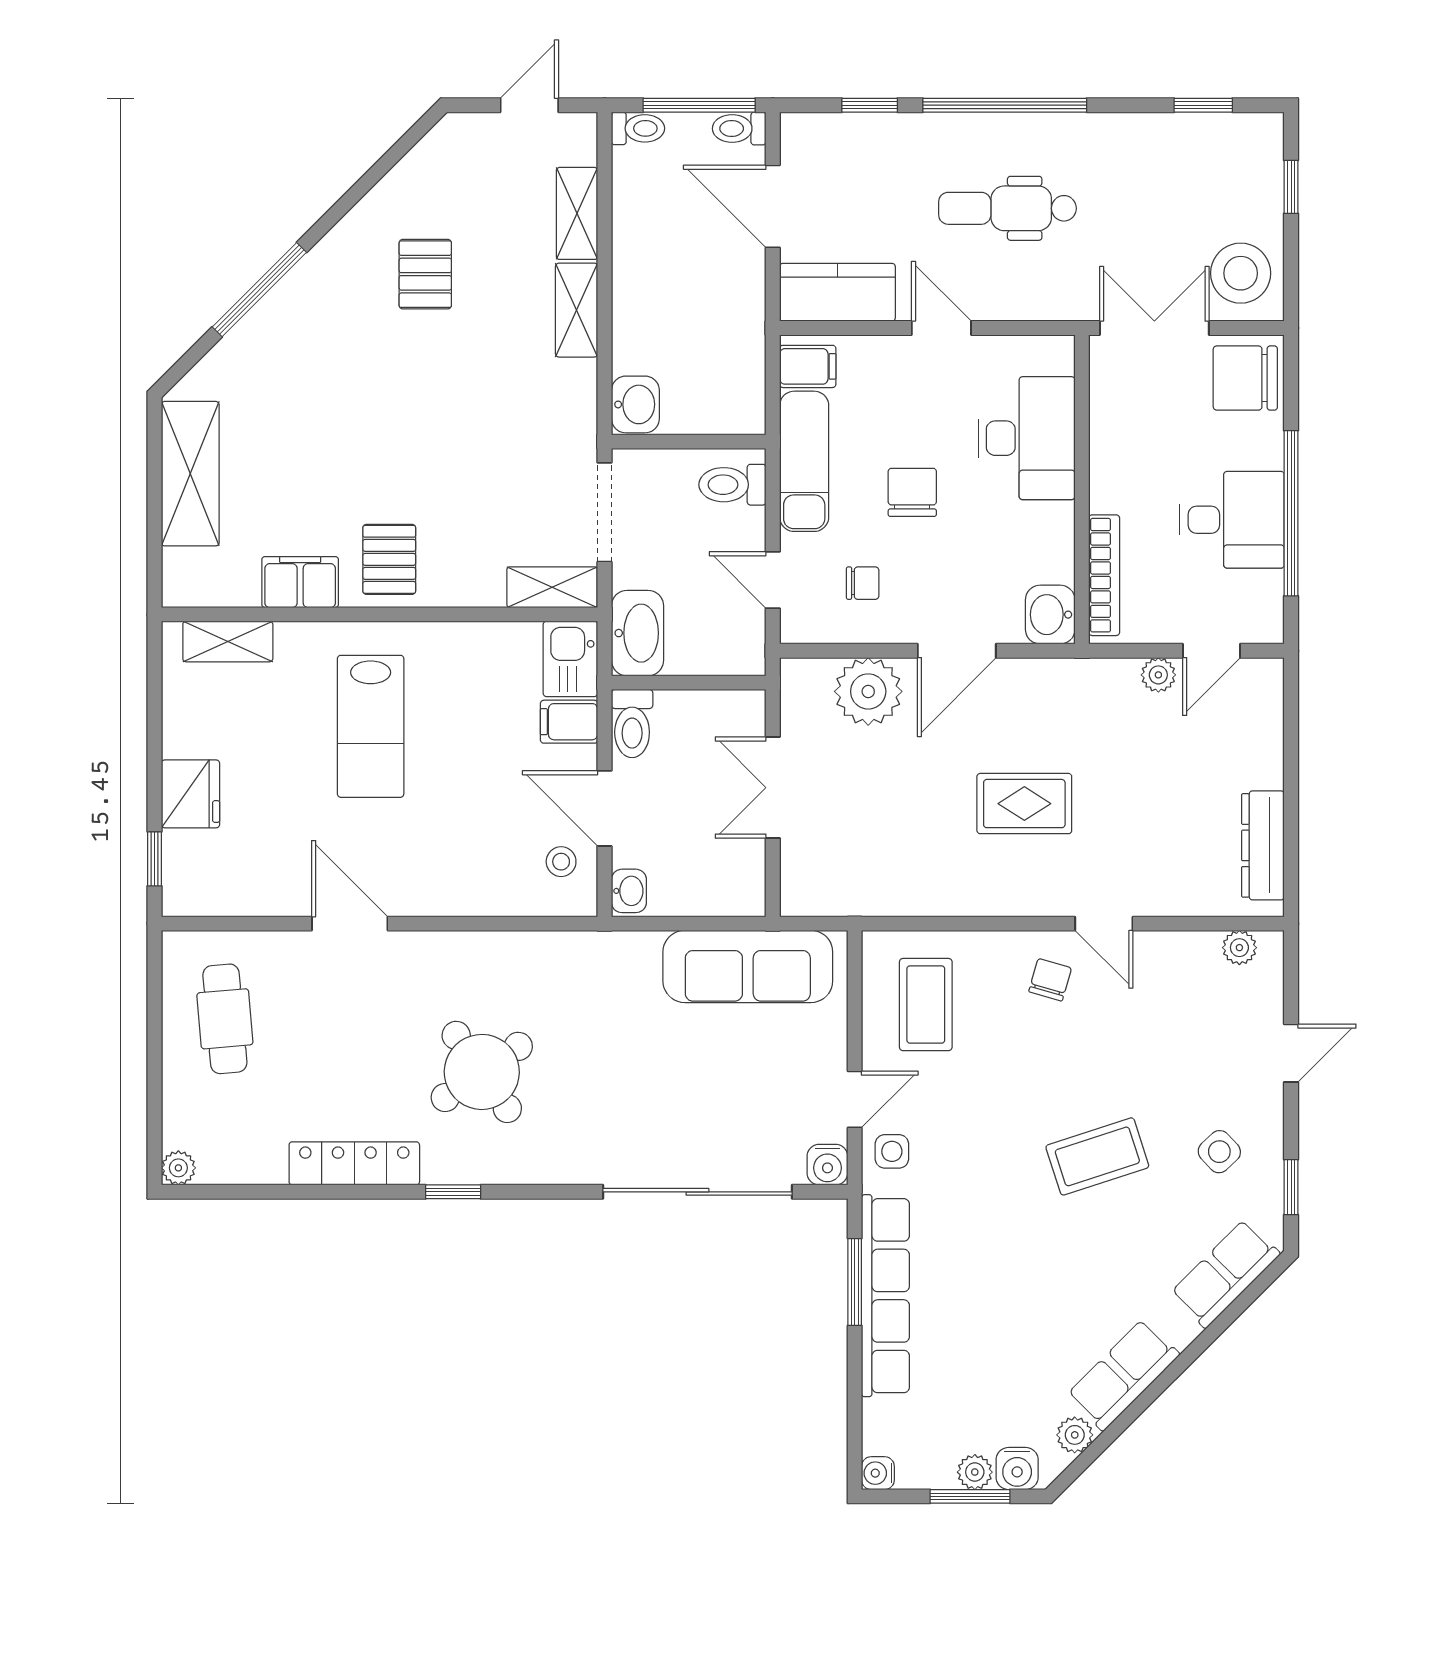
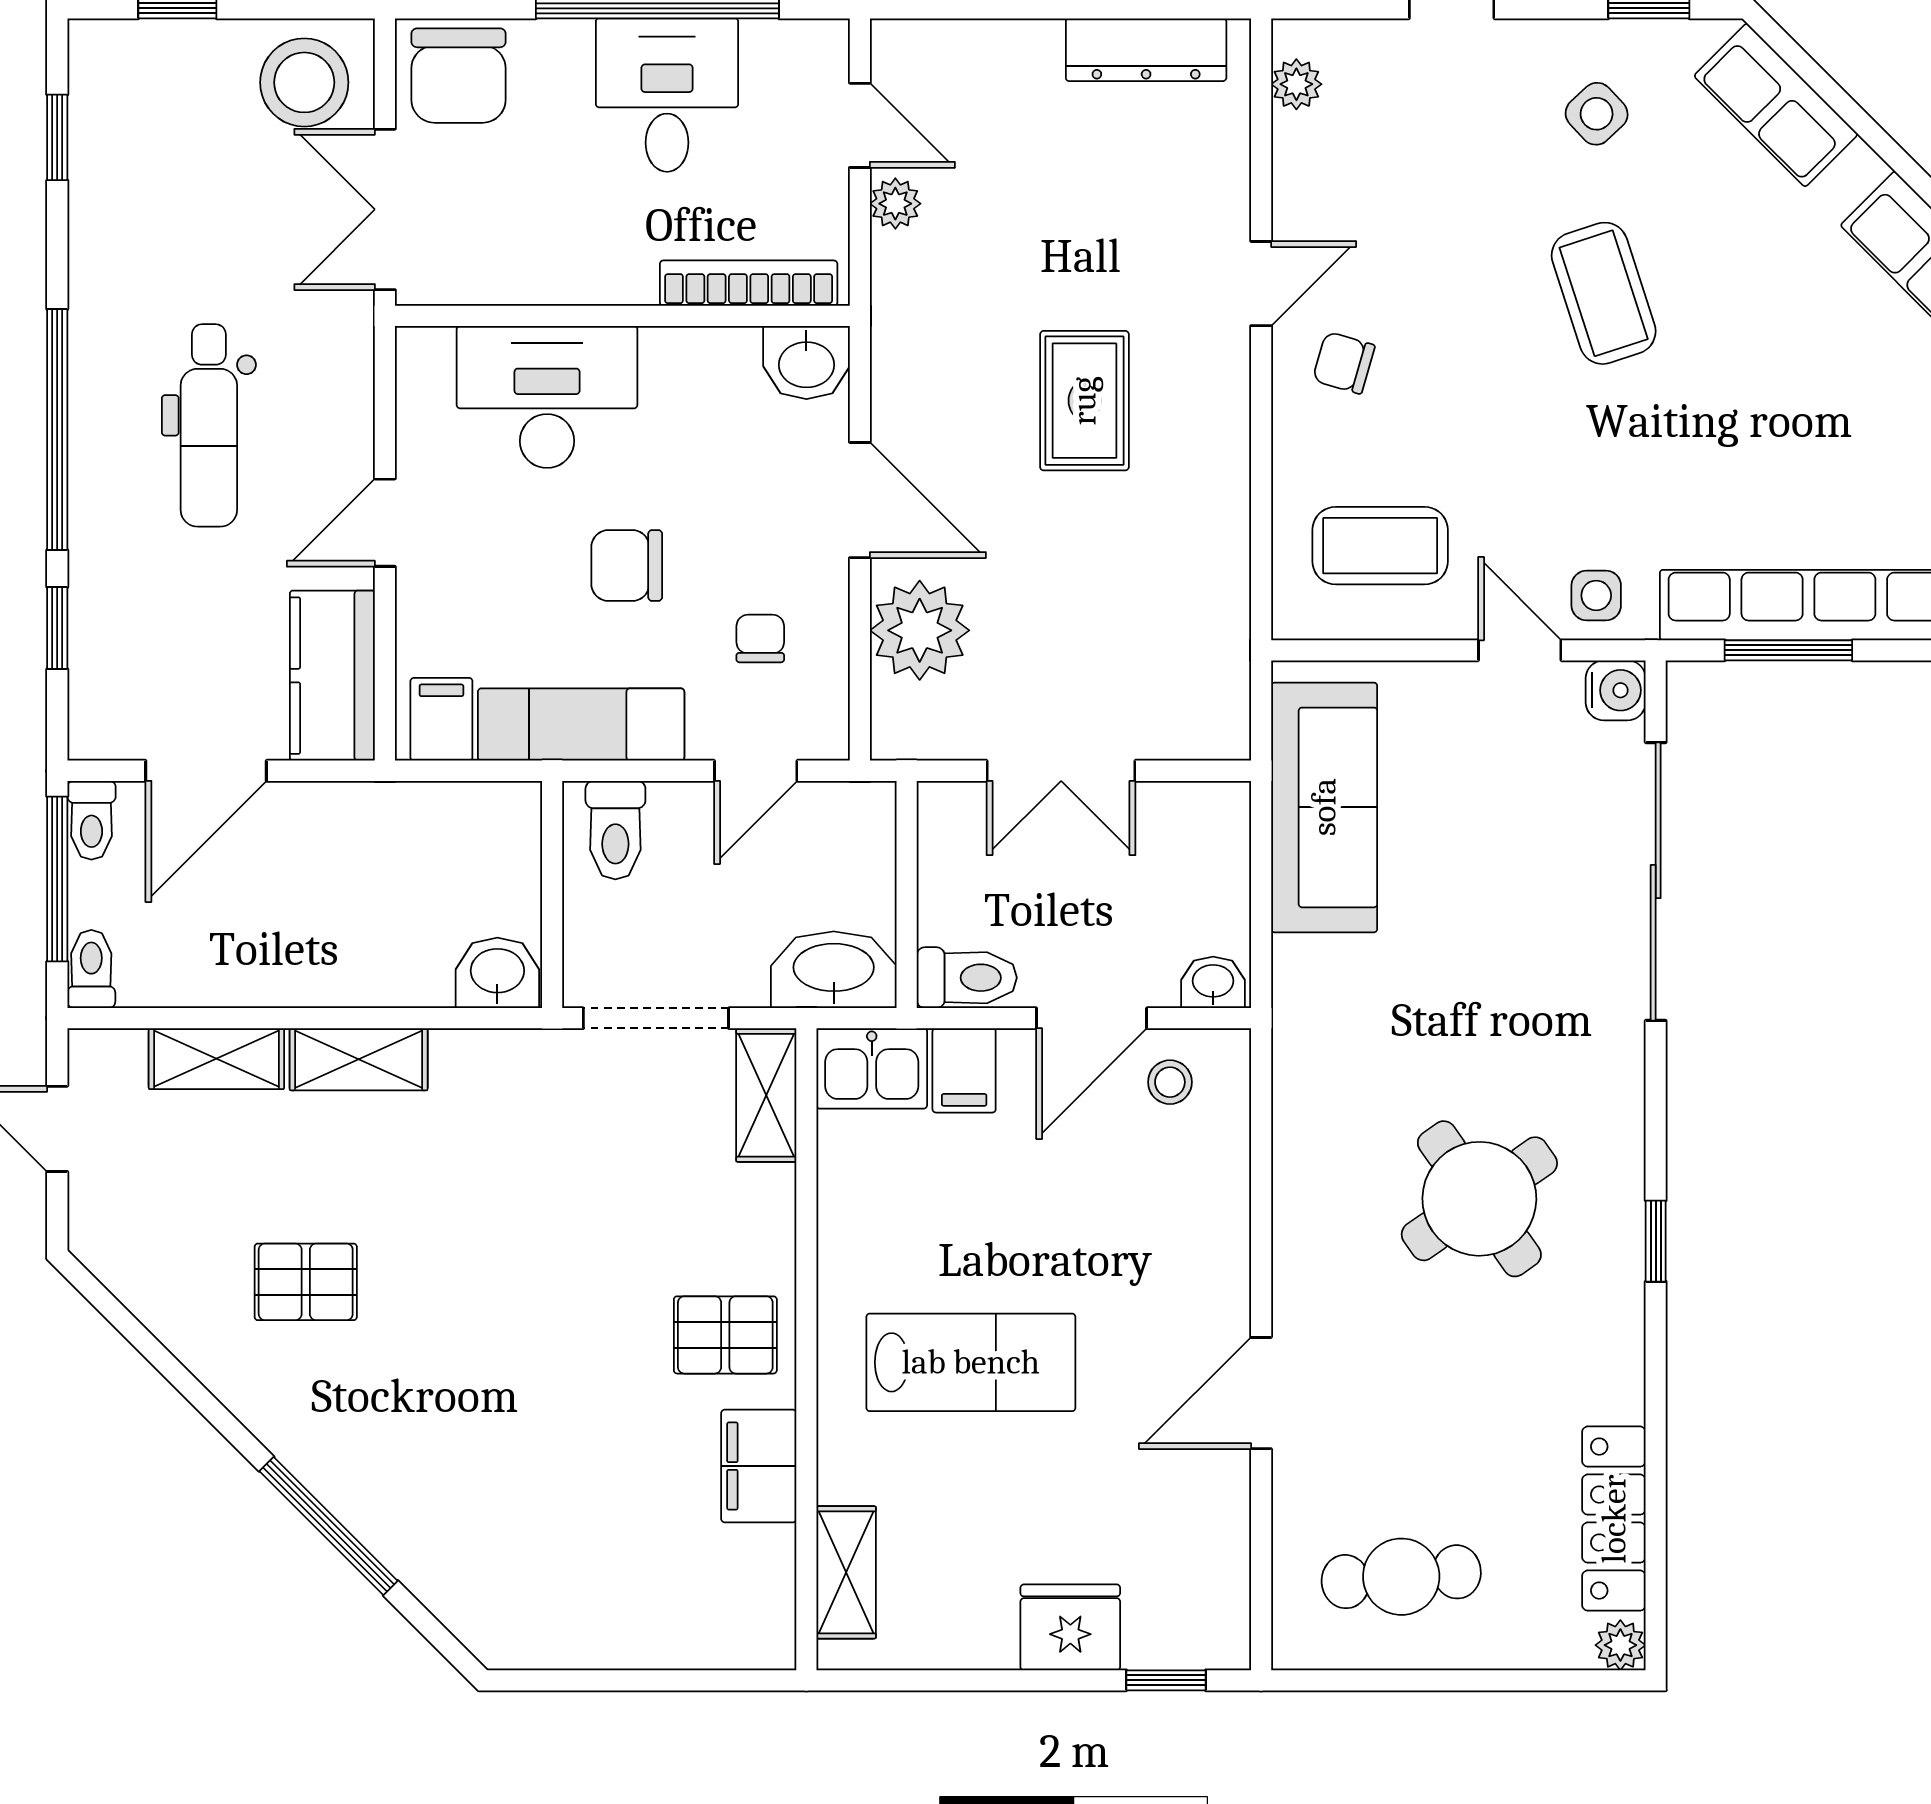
shelving: (190, 474) -> (599, 1628), removed
locker: (354, 1163) -> (1614, 1519), moved

